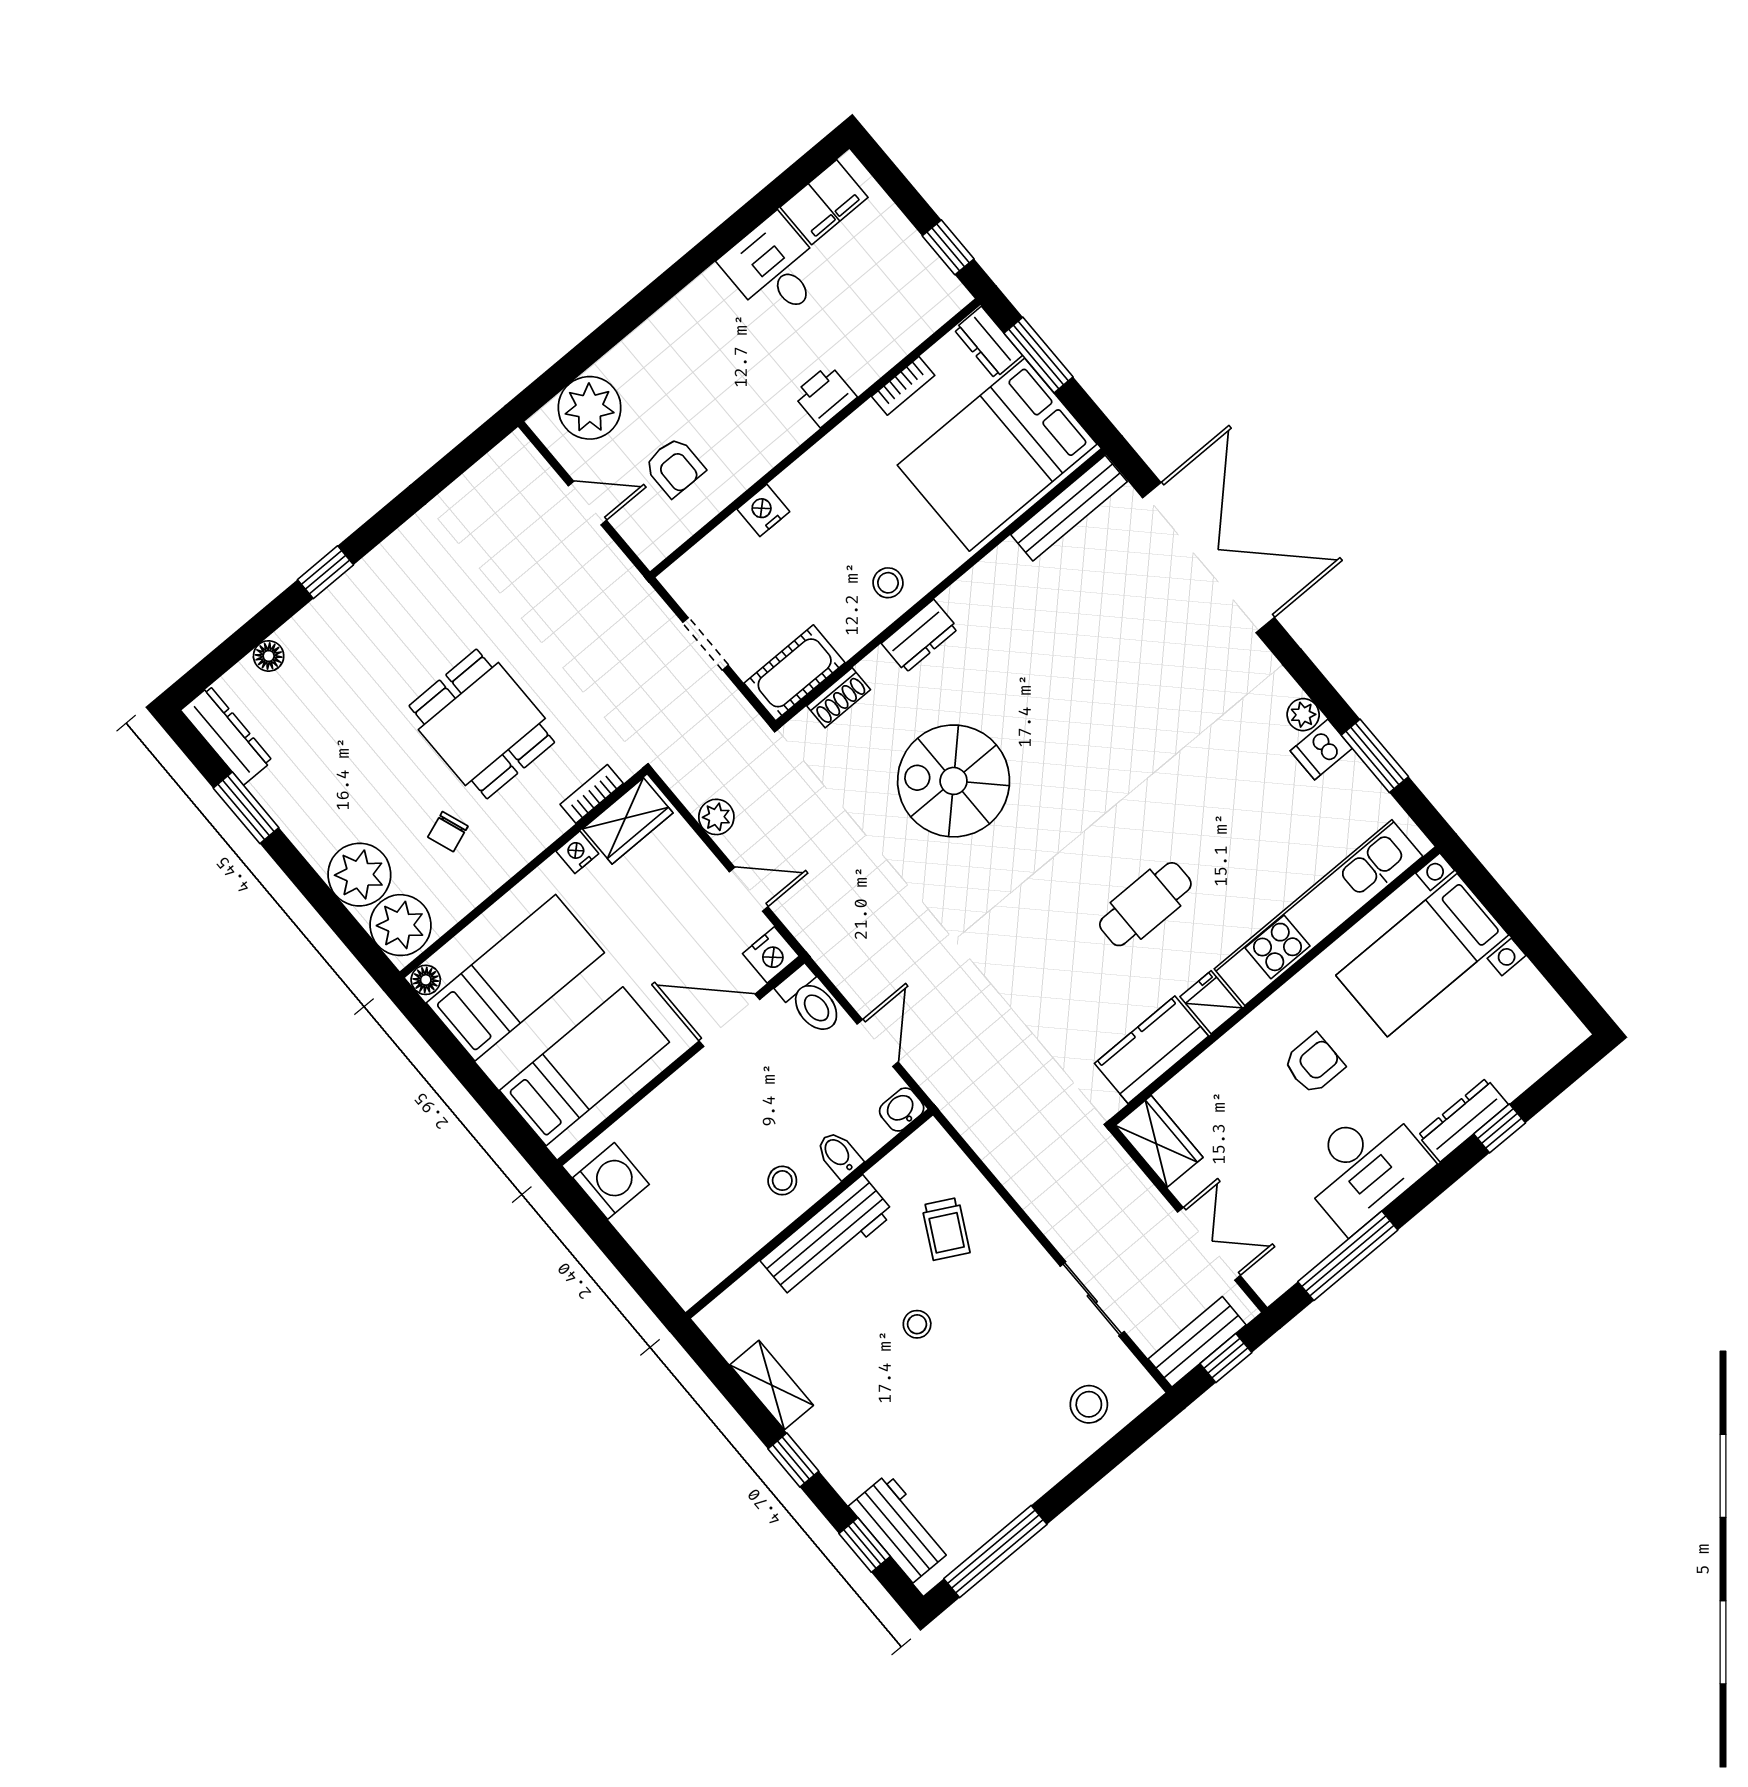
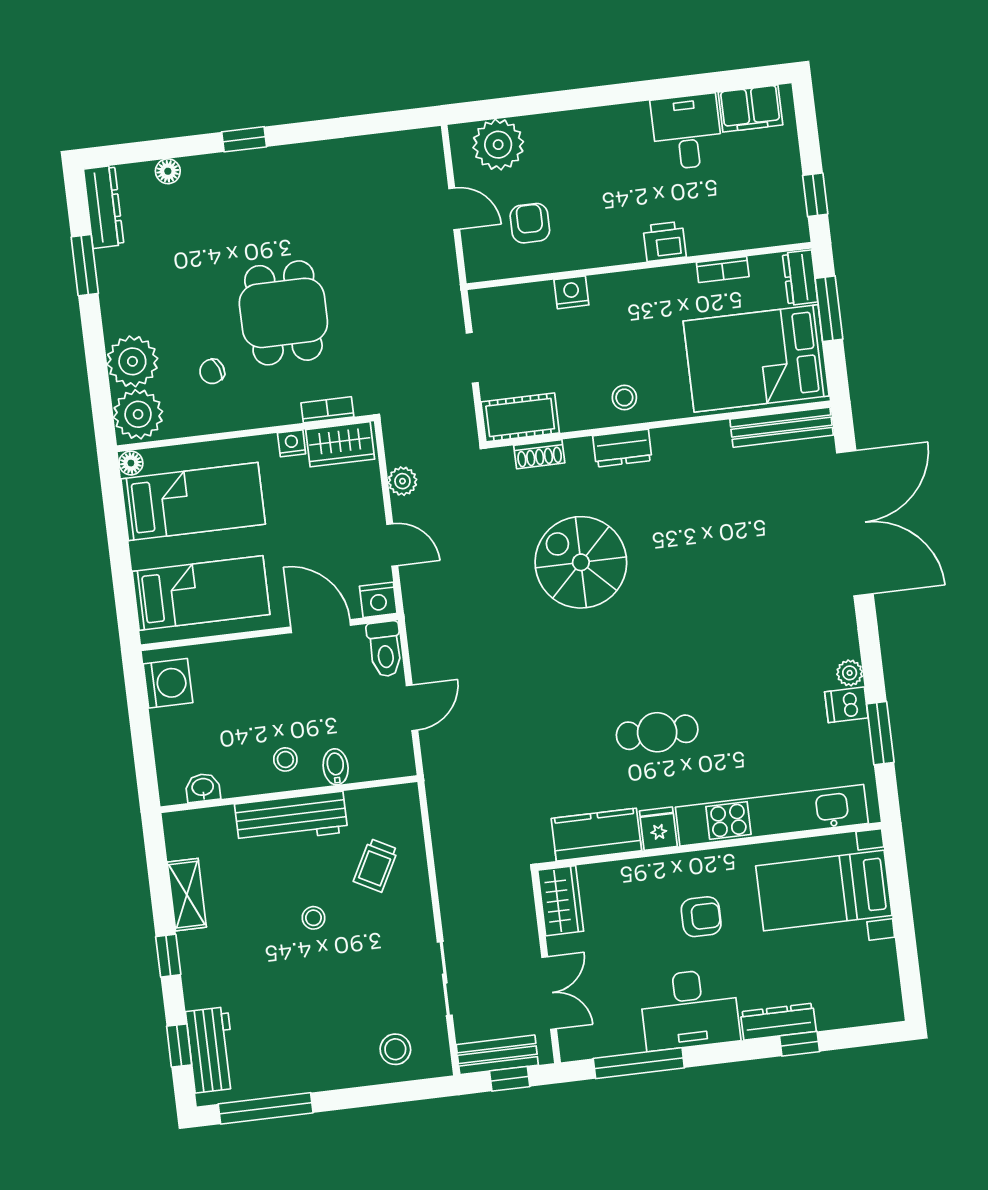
armchair: (675, 467) -> (530, 223), turned 180
washbasin: (902, 1110) -> (203, 788), moved

